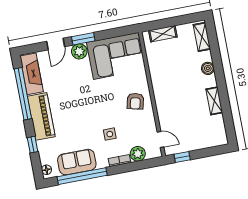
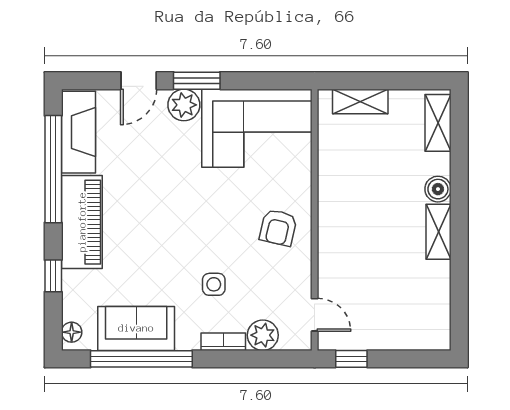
shelving: (214, 101) -> (438, 232), moved

